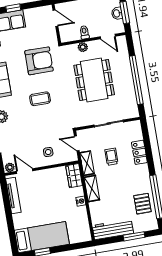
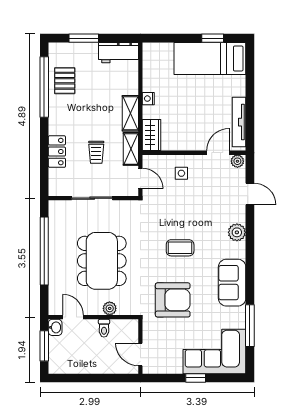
washbasin: (117, 13) -> (55, 327), moved
armchair: (39, 61) -> (173, 300), turned 180
door: (25, 171) -> (218, 153), swing flipped
workbench: (113, 229) -> (118, 53), width x0.73

